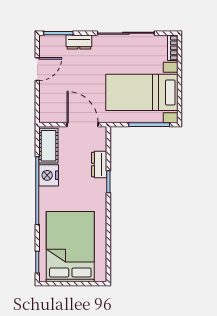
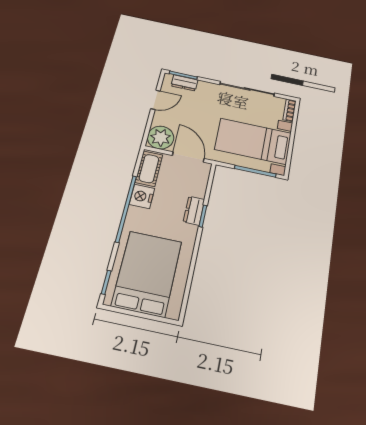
dresser: (79, 42) -> (184, 83), moved
plant: (52, 110) -> (161, 138), added
dresser: (99, 164) -> (194, 211), moved

